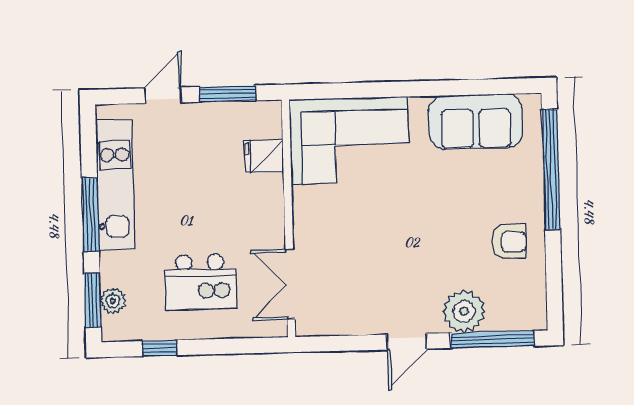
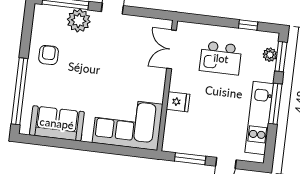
fridge: (264, 157) -> (178, 102), moved
armchair: (509, 242) -> (49, 55), turned 90
kitchen island: (200, 282) -> (221, 58), turned 180
double door: (290, 284) -> (172, 49), swing flipped

